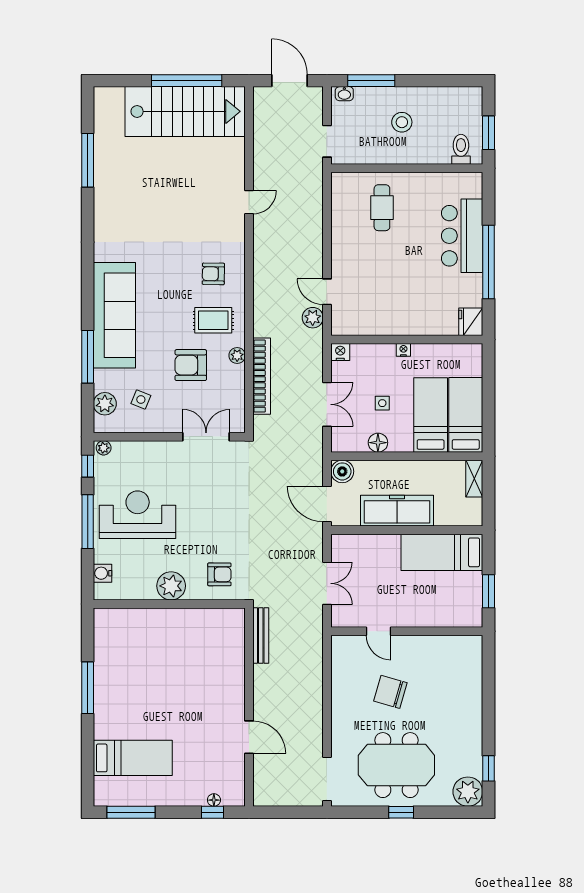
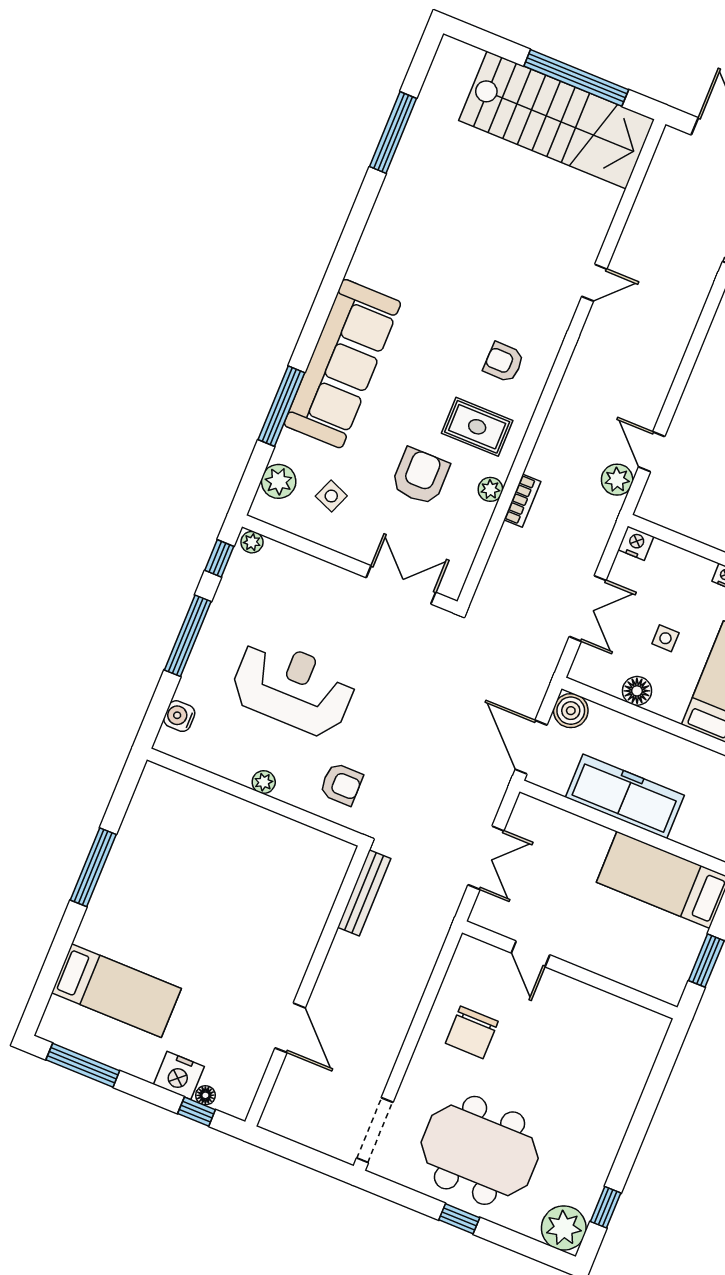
armchair: (191, 365) -> (420, 476), turned 90
bookcase: (262, 376) -> (522, 501), width x0.43, depth x0.76
reception desk: (138, 515) -> (293, 687), moved
plant: (171, 586) -> (264, 782), width x0.53, depth x0.53
chair: (390, 692) -> (472, 1032), moved, turned -106
nightstand: (193, 794) -> (179, 1075), added

